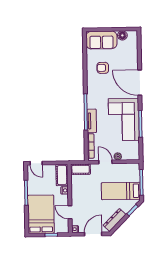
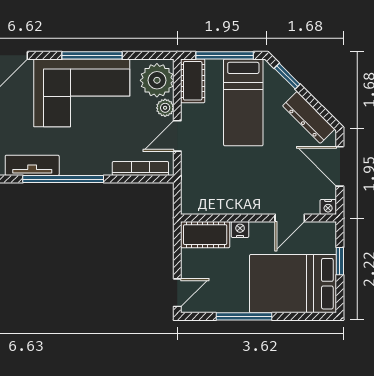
tv unit: (92, 121) -> (32, 165), moved
plant: (130, 153) -> (157, 80), added
cot: (81, 169) -> (193, 81), moved

